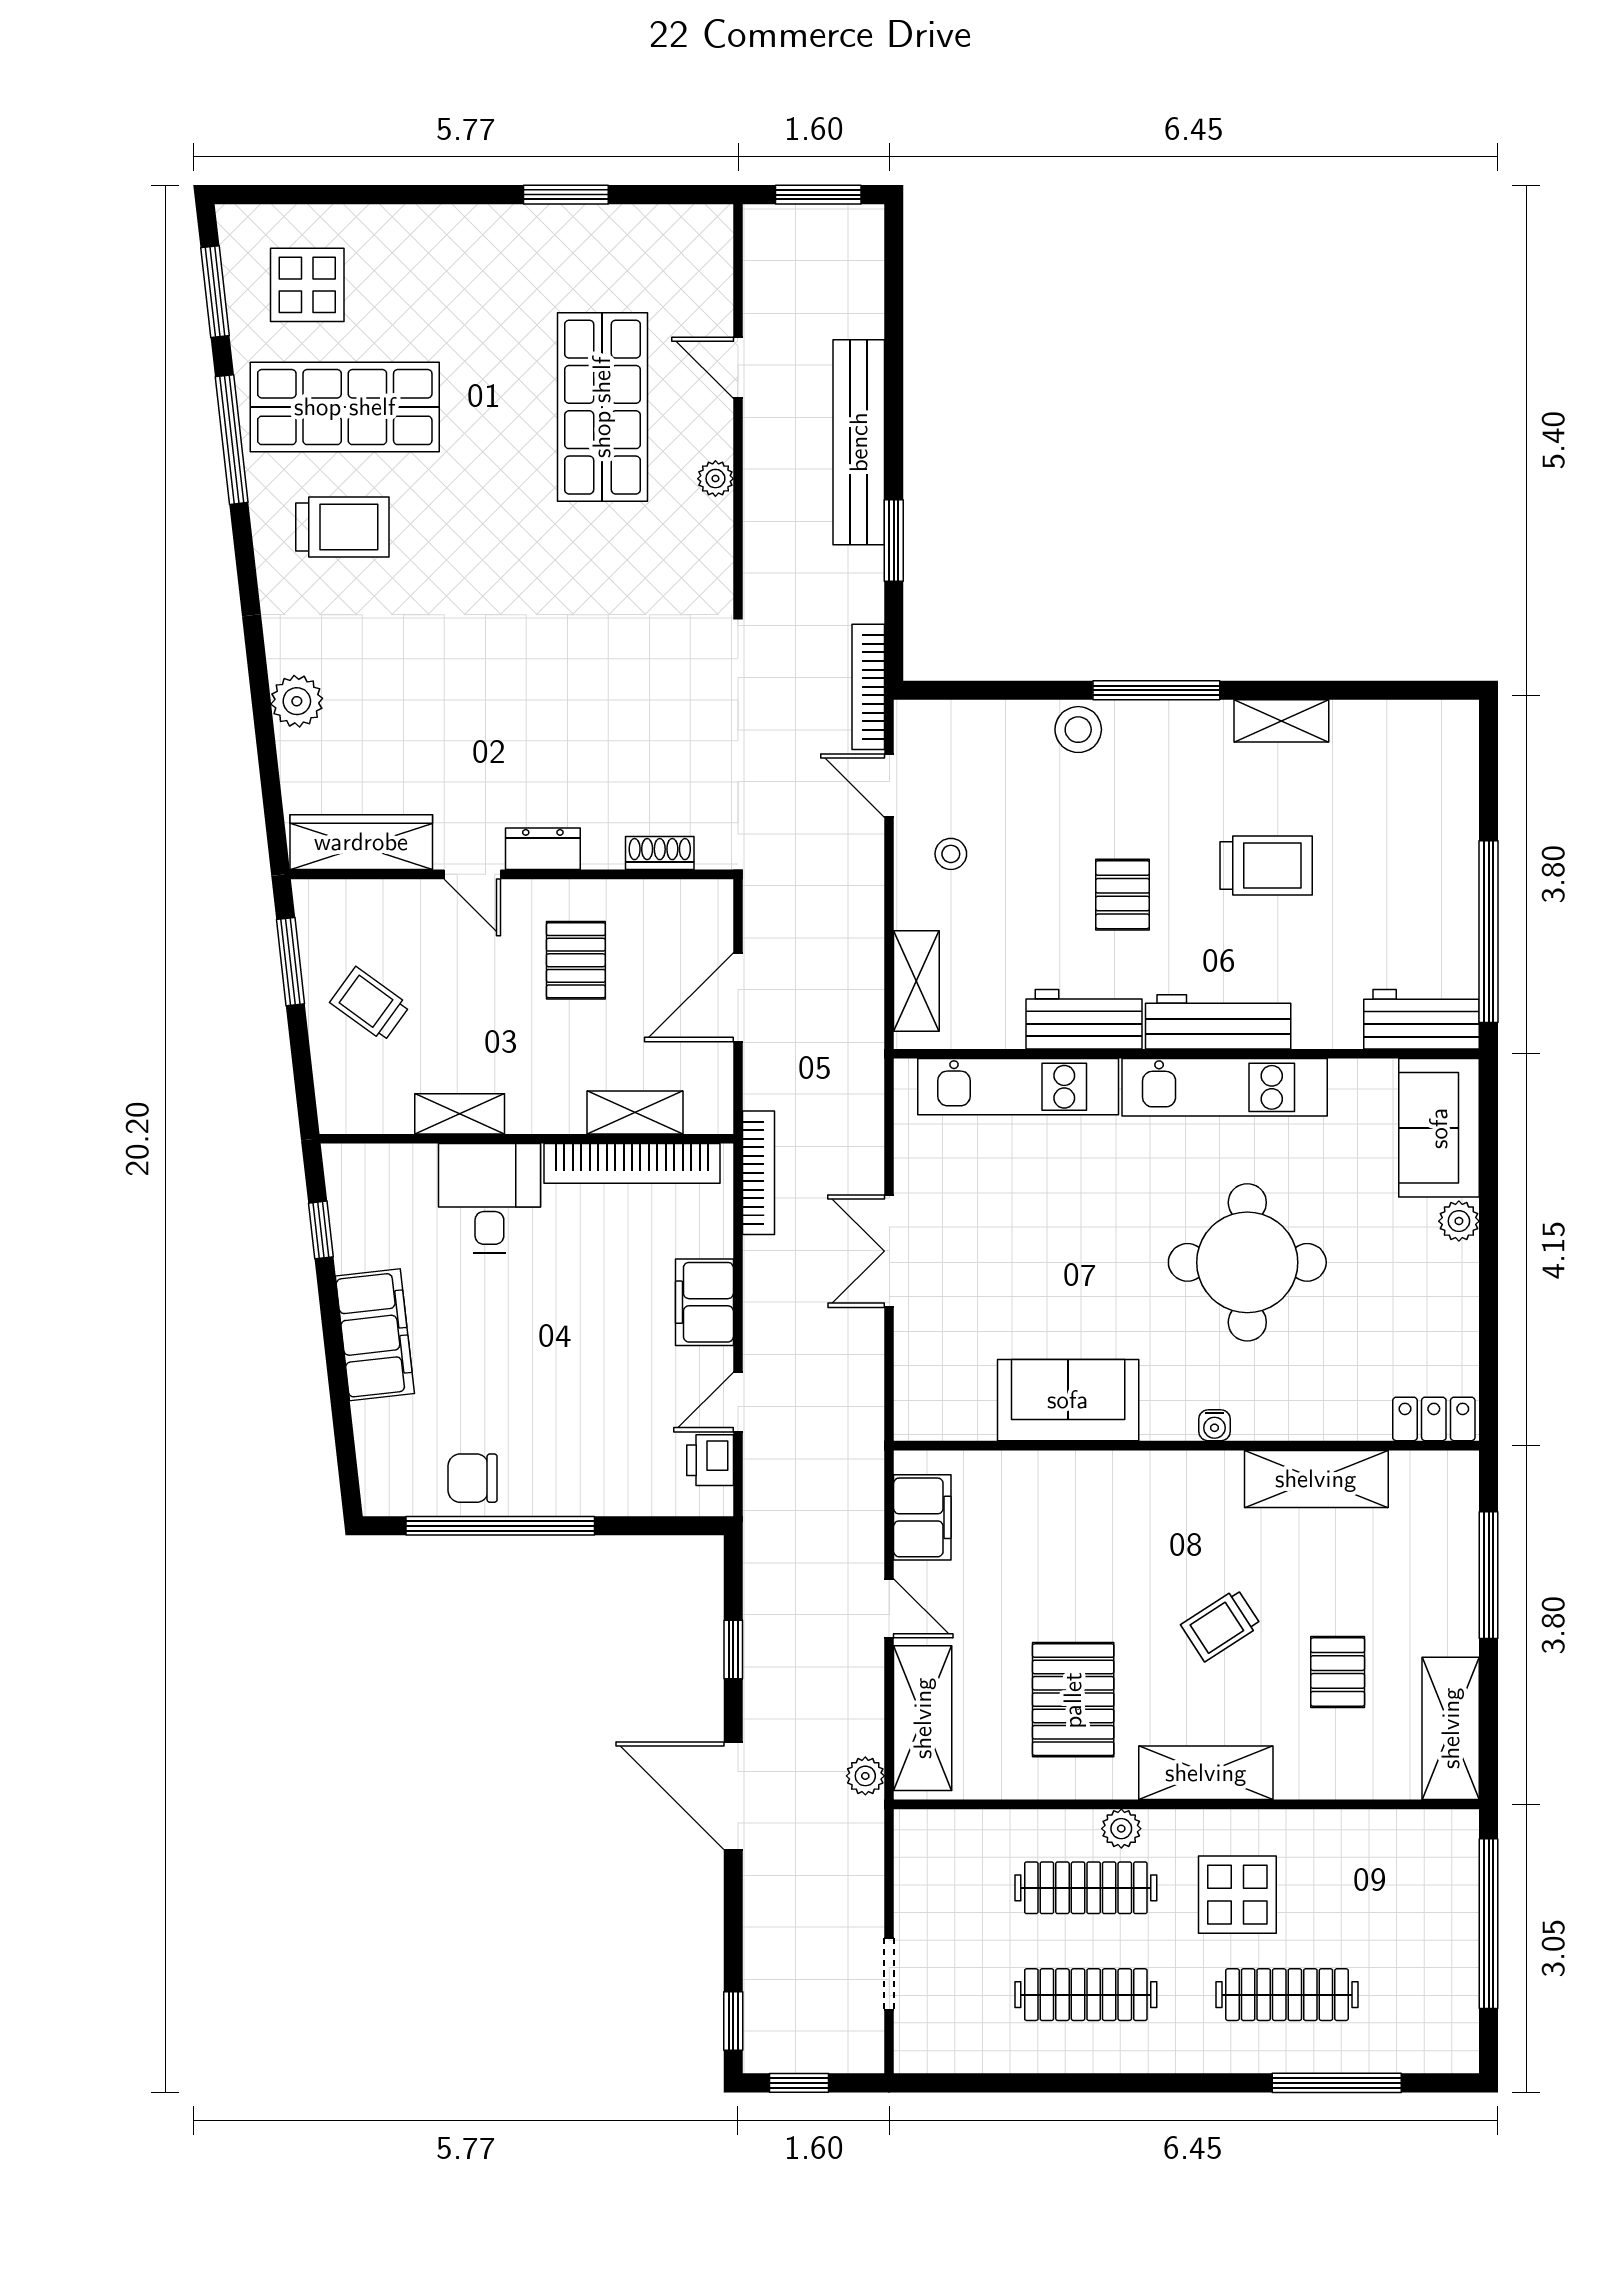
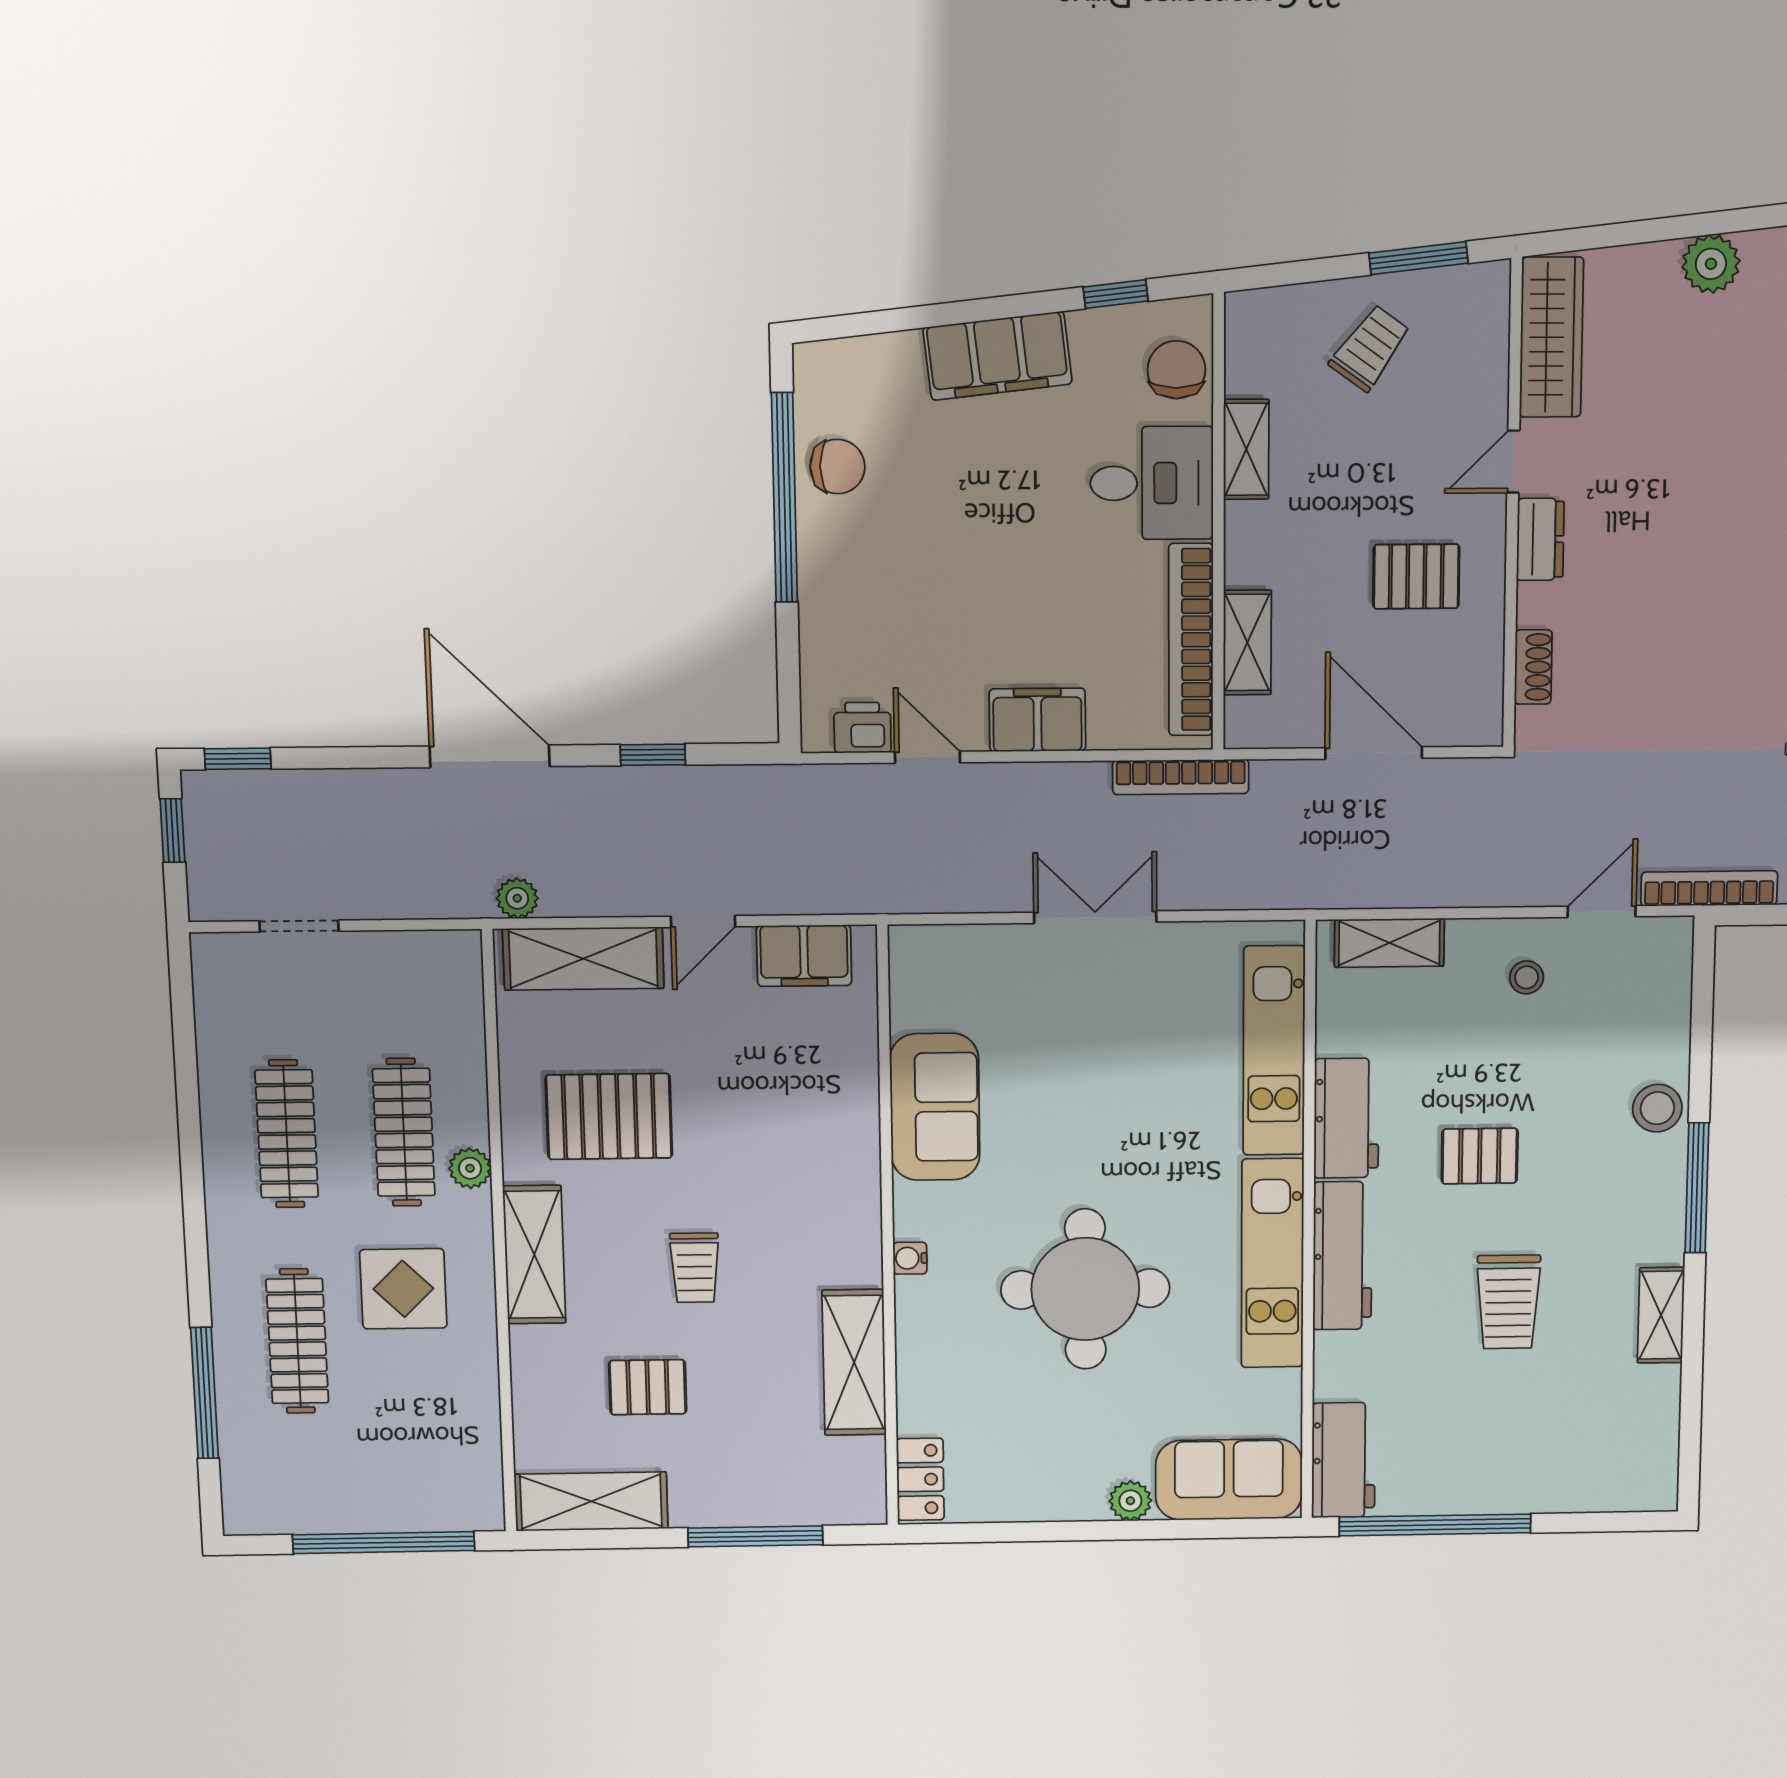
chair: (388, 1176) -> (1176, 370), added
chair: (473, 1478) -> (837, 467), turned 90
trolley: (1221, 1625) -> (695, 1268), turned -147
door: (733, 1796) -> (490, 756), hinge flipped

